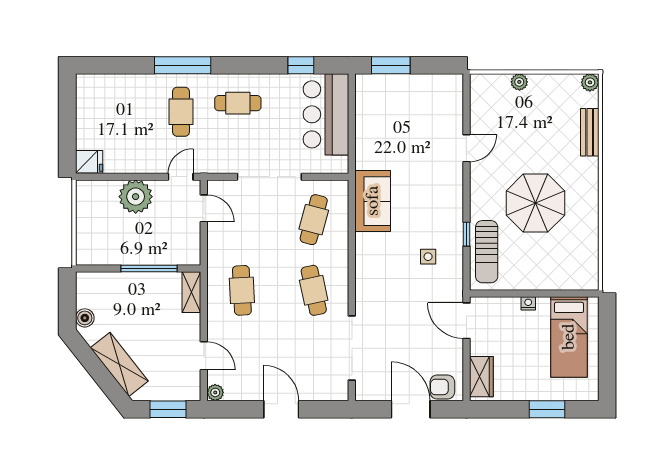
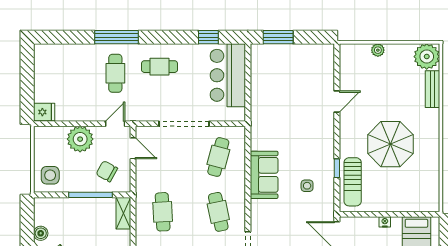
plant: (590, 82) -> (427, 57), width x1.88, depth x1.88
sofa: (373, 201) -> (264, 175), moved
chair: (170, 238) -> (107, 171), added
side table: (97, 243) -> (50, 175), added

